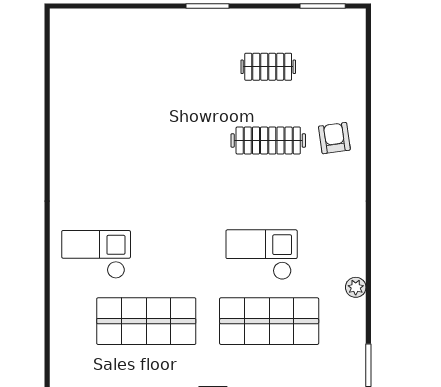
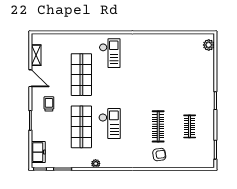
plant: (77, 22) -> (209, 45), added

